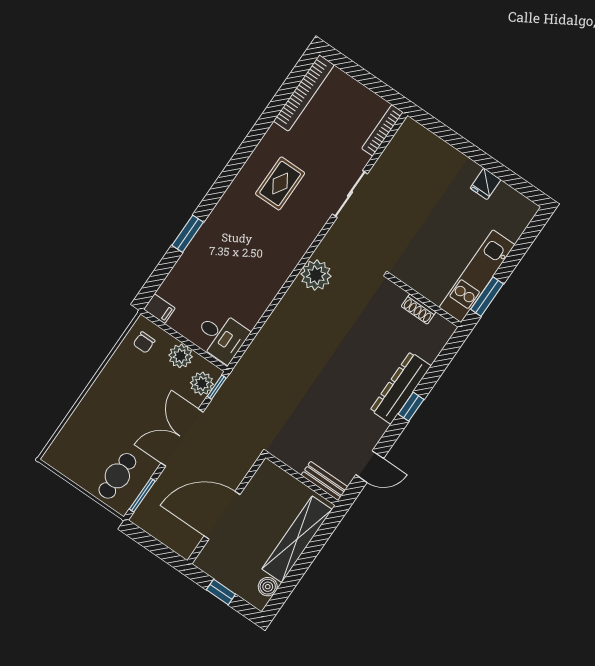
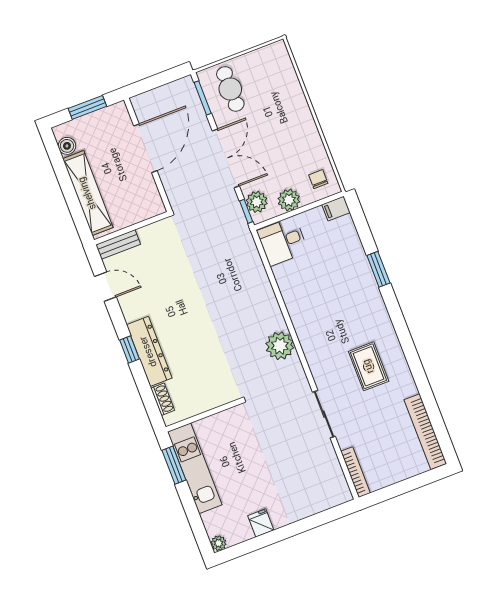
plant: (529, 209) -> (219, 543), added
shoe rack: (419, 309) -> (163, 399), moved, turned 90
door: (370, 467) -> (105, 287), swing flipped
window: (221, 592) -> (87, 107), width x1.50

